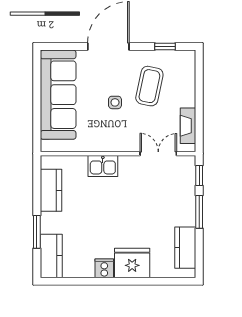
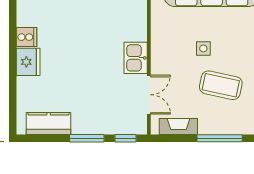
window: (199, 87) -> (220, 138), added
kitchen sink: (103, 166) -> (136, 58), moved
fridge: (132, 263) -> (28, 62), width x0.73, depth x0.75

